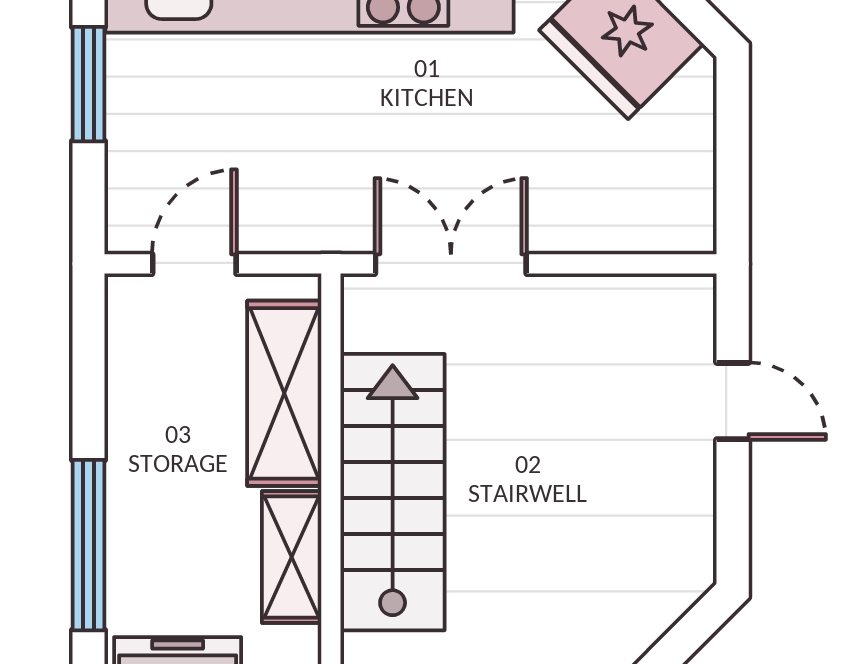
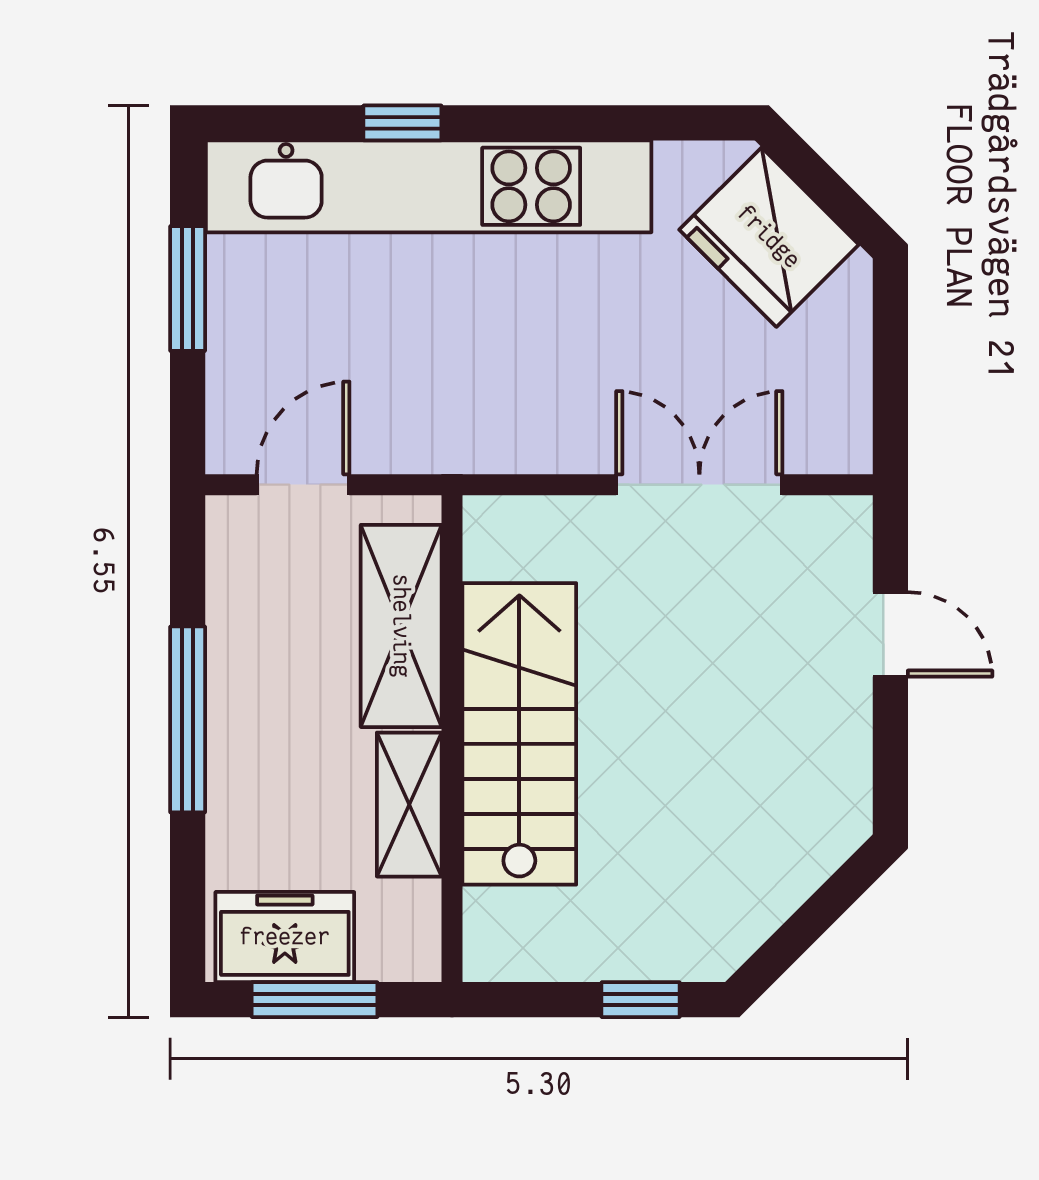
double door: (451, 264) -> (699, 485), moved
window: (89, 545) -> (188, 719), moved

